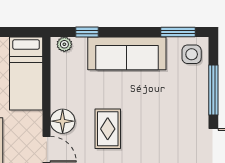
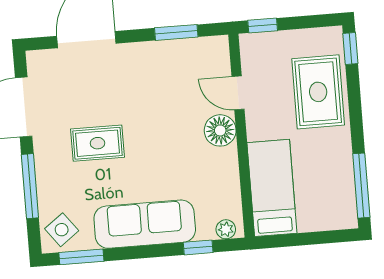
side table: (192, 54) -> (62, 230), turned -37
rug: (108, 129) -> (97, 143), moved, turned 90

